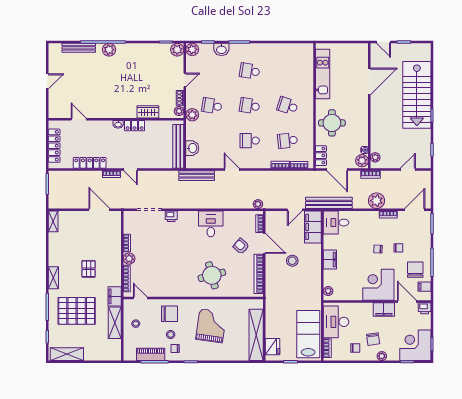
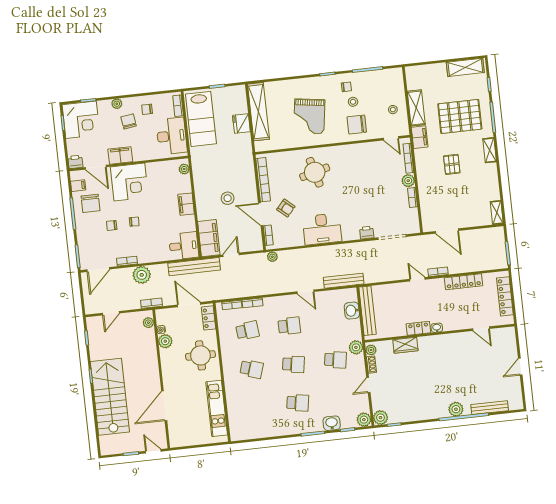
plant: (362, 161) -> (165, 341), moved
desk: (211, 224) -> (322, 229), width x1.37
fridge: (272, 347) -> (241, 124), moved
piano: (151, 354) -> (373, 77), removed

